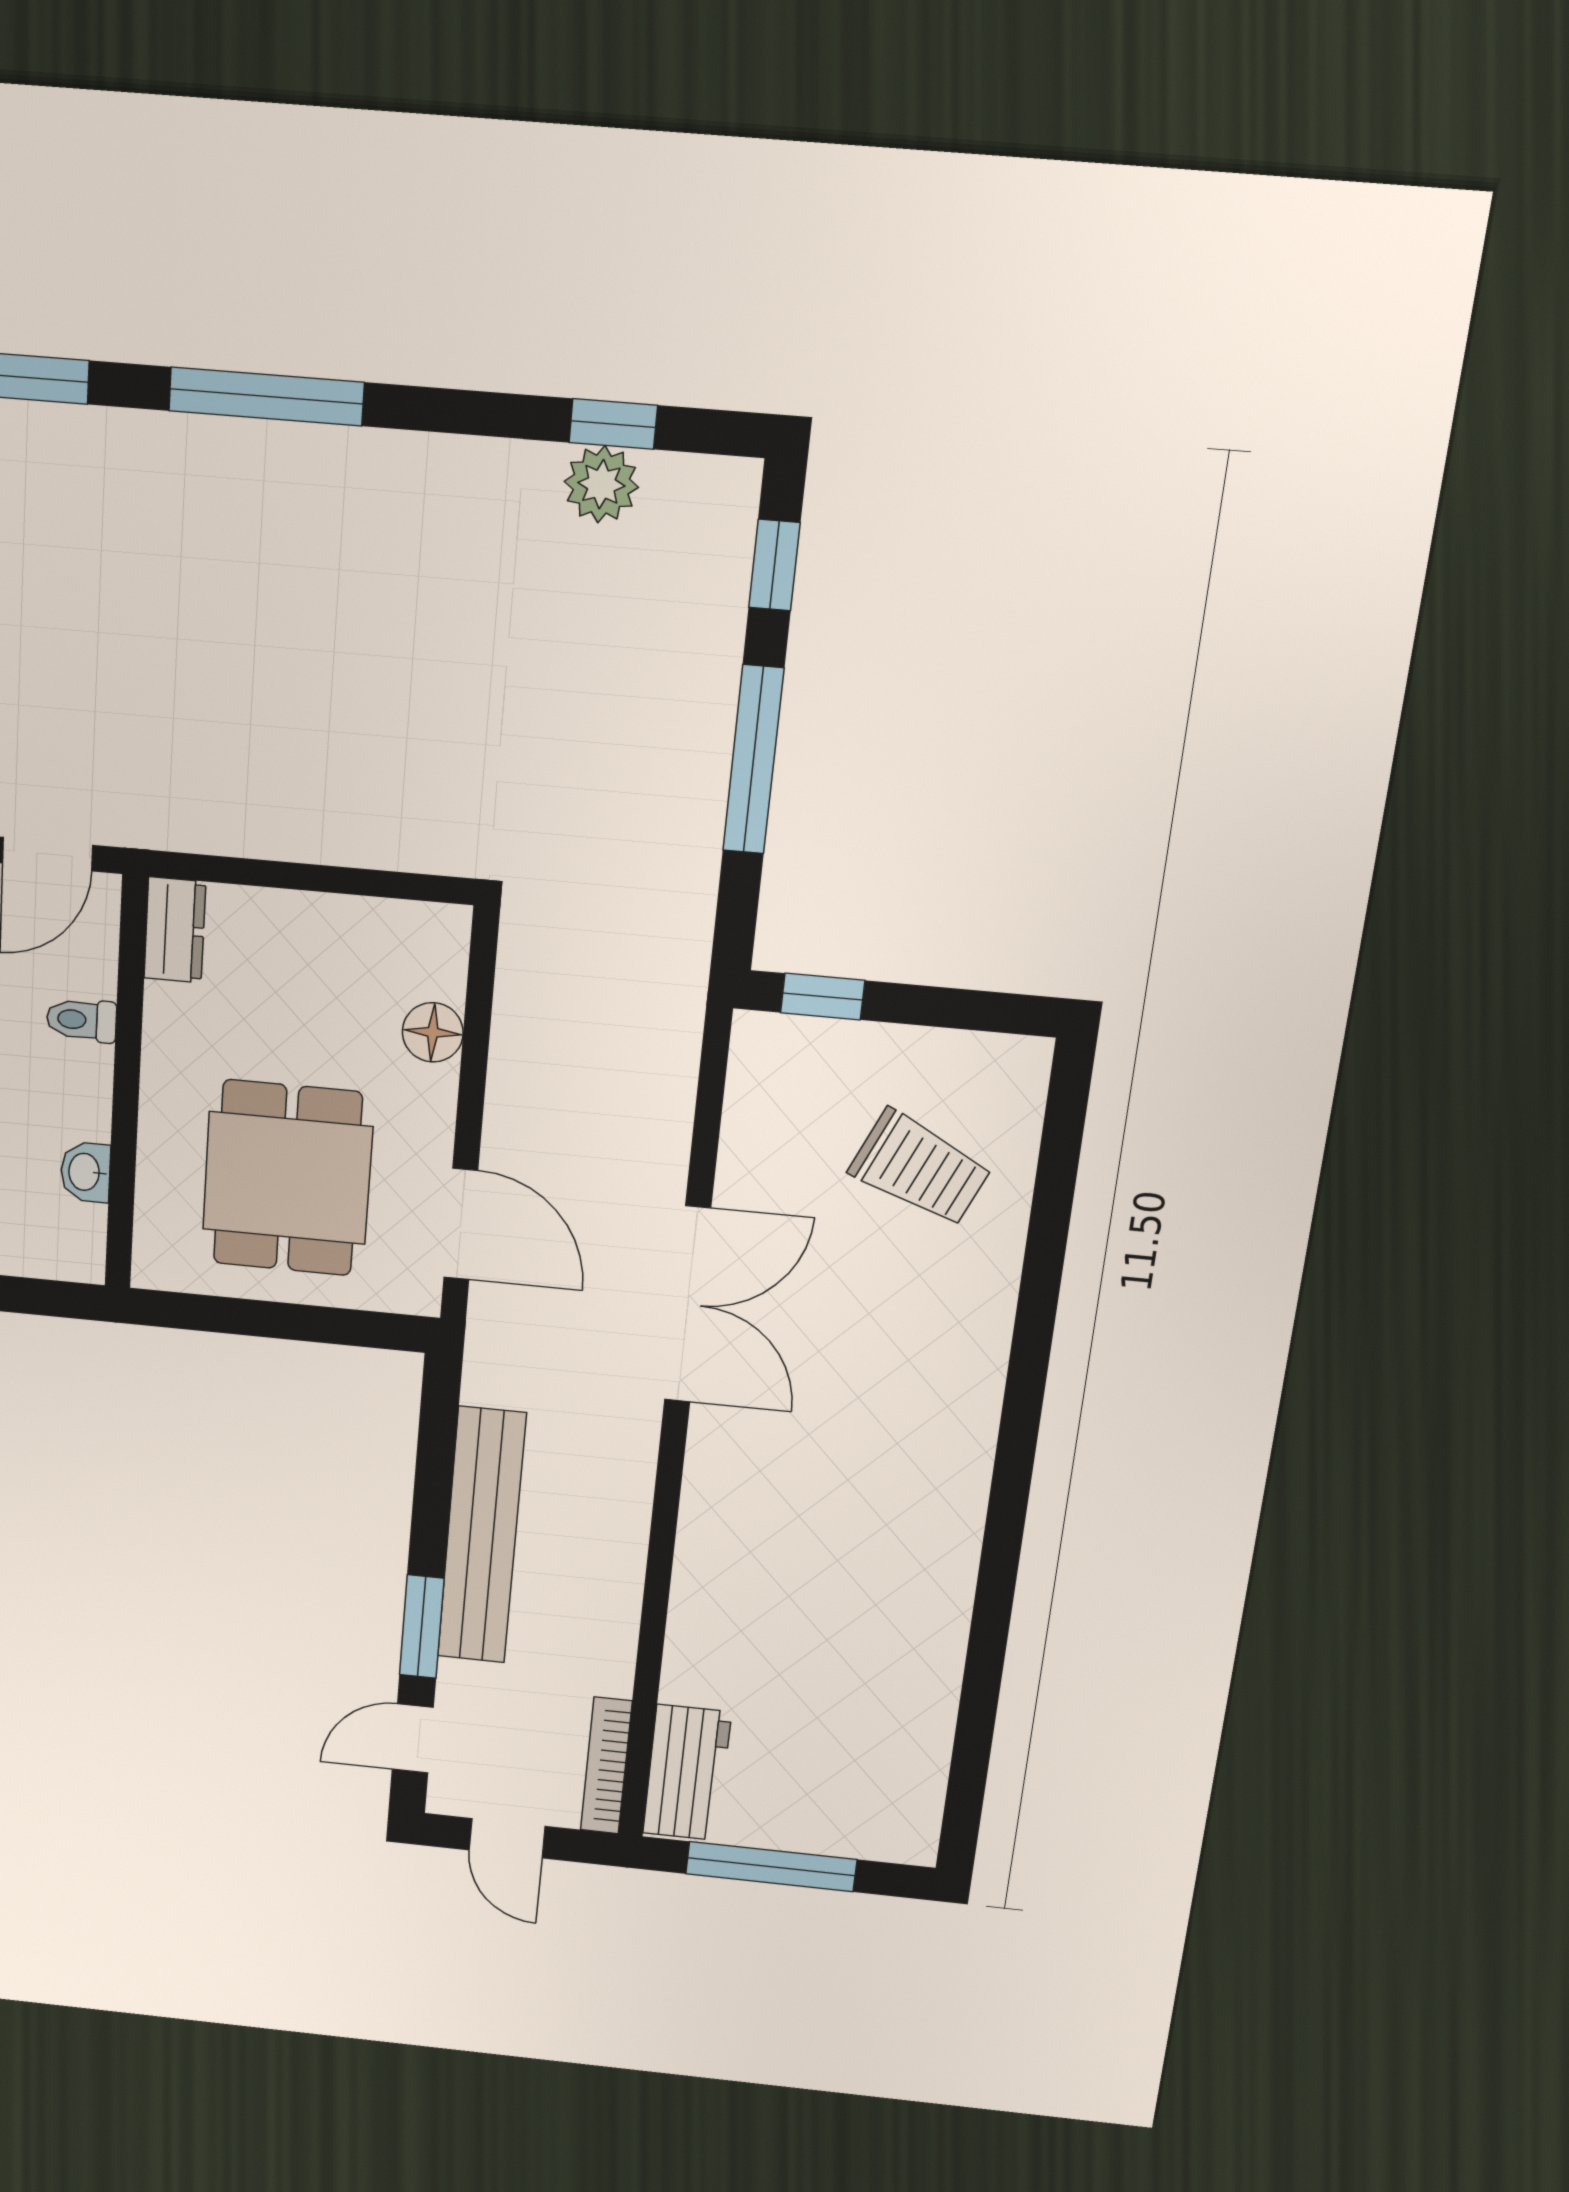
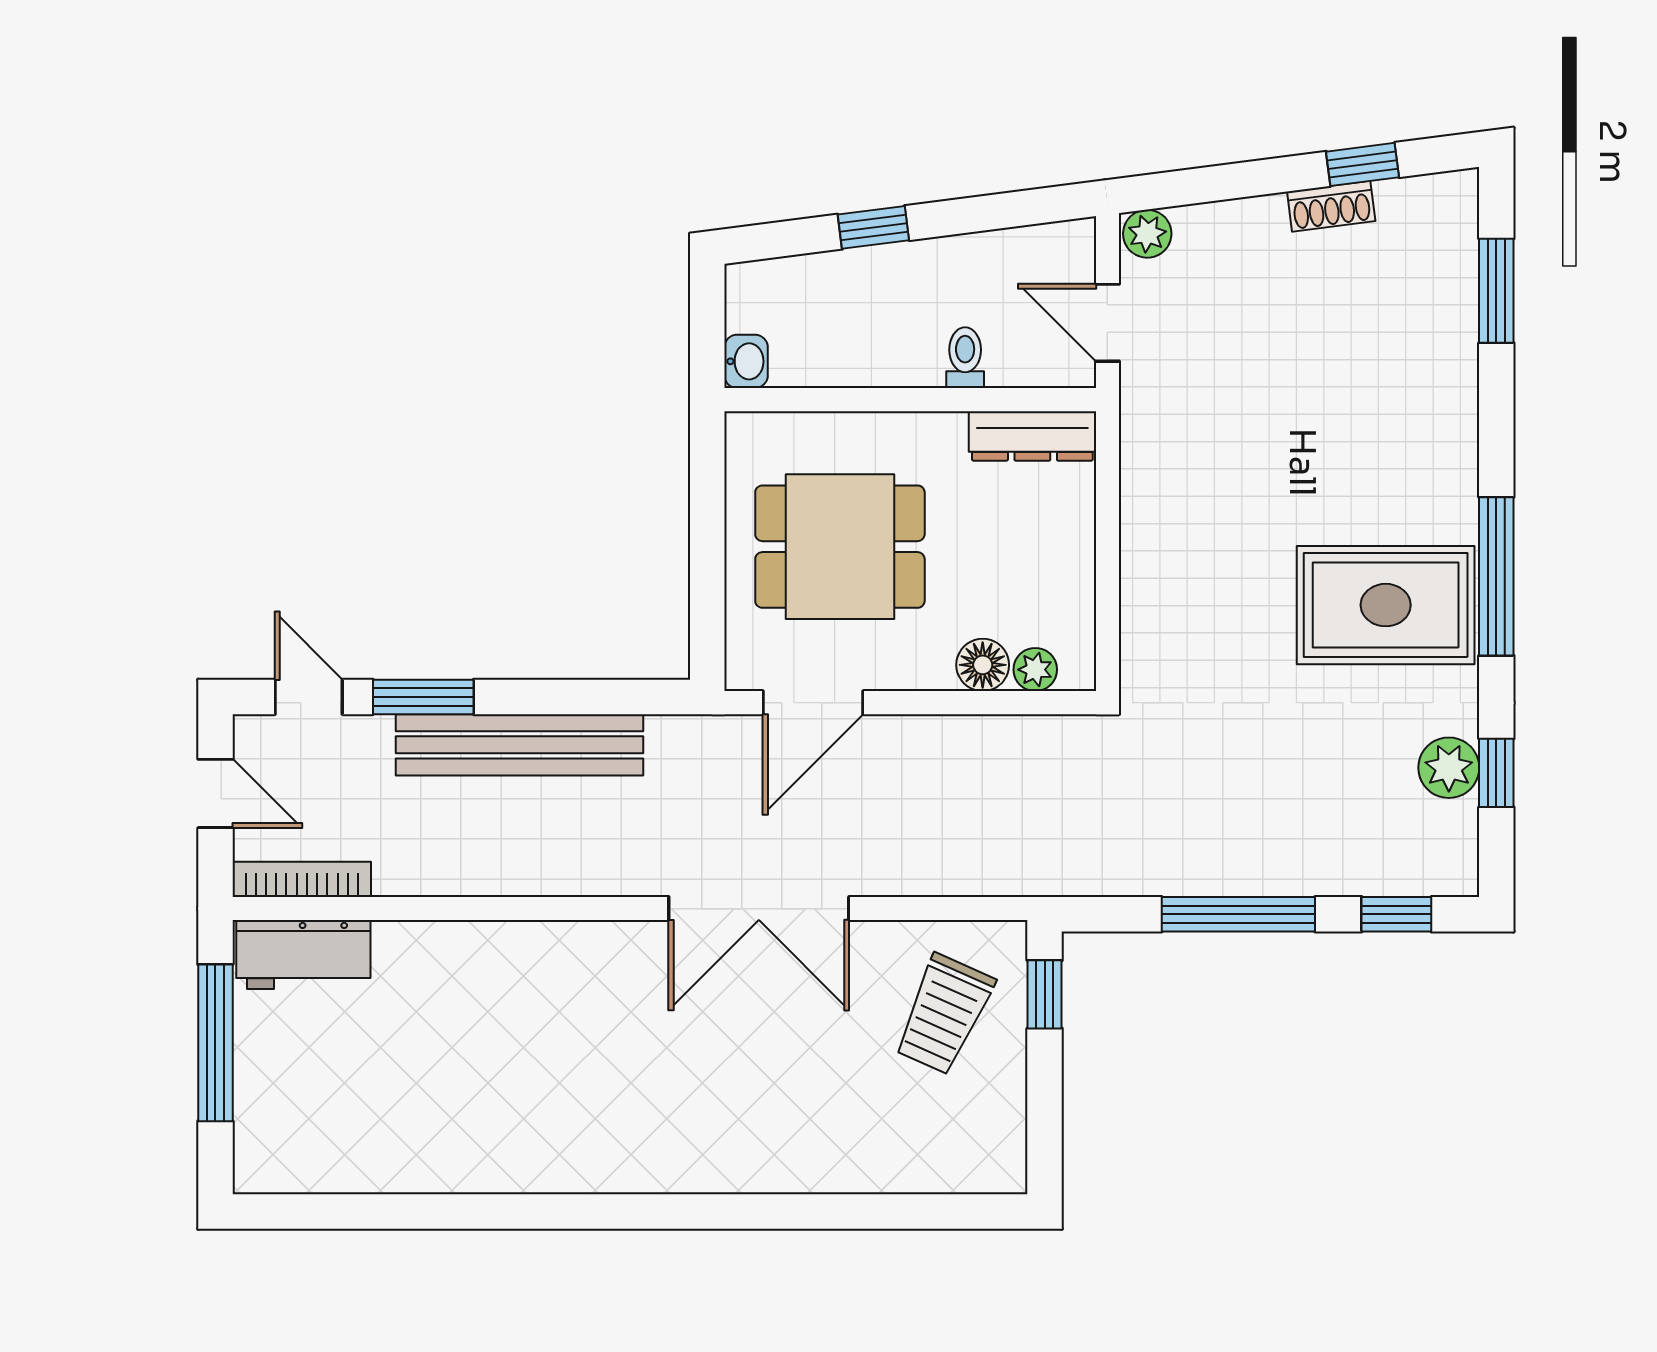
window: (266, 397) -> (1496, 576), moved
rug: (397, 548) -> (1386, 605), added
dresser: (175, 930) -> (1032, 436), width x1.44
plant: (443, 973) -> (1035, 670), added
trolley: (920, 1168) -> (944, 1014), moved
washbasin: (85, 1172) -> (746, 361), moved, turned 90
door: (507, 1838) -> (215, 793), swing flipped

